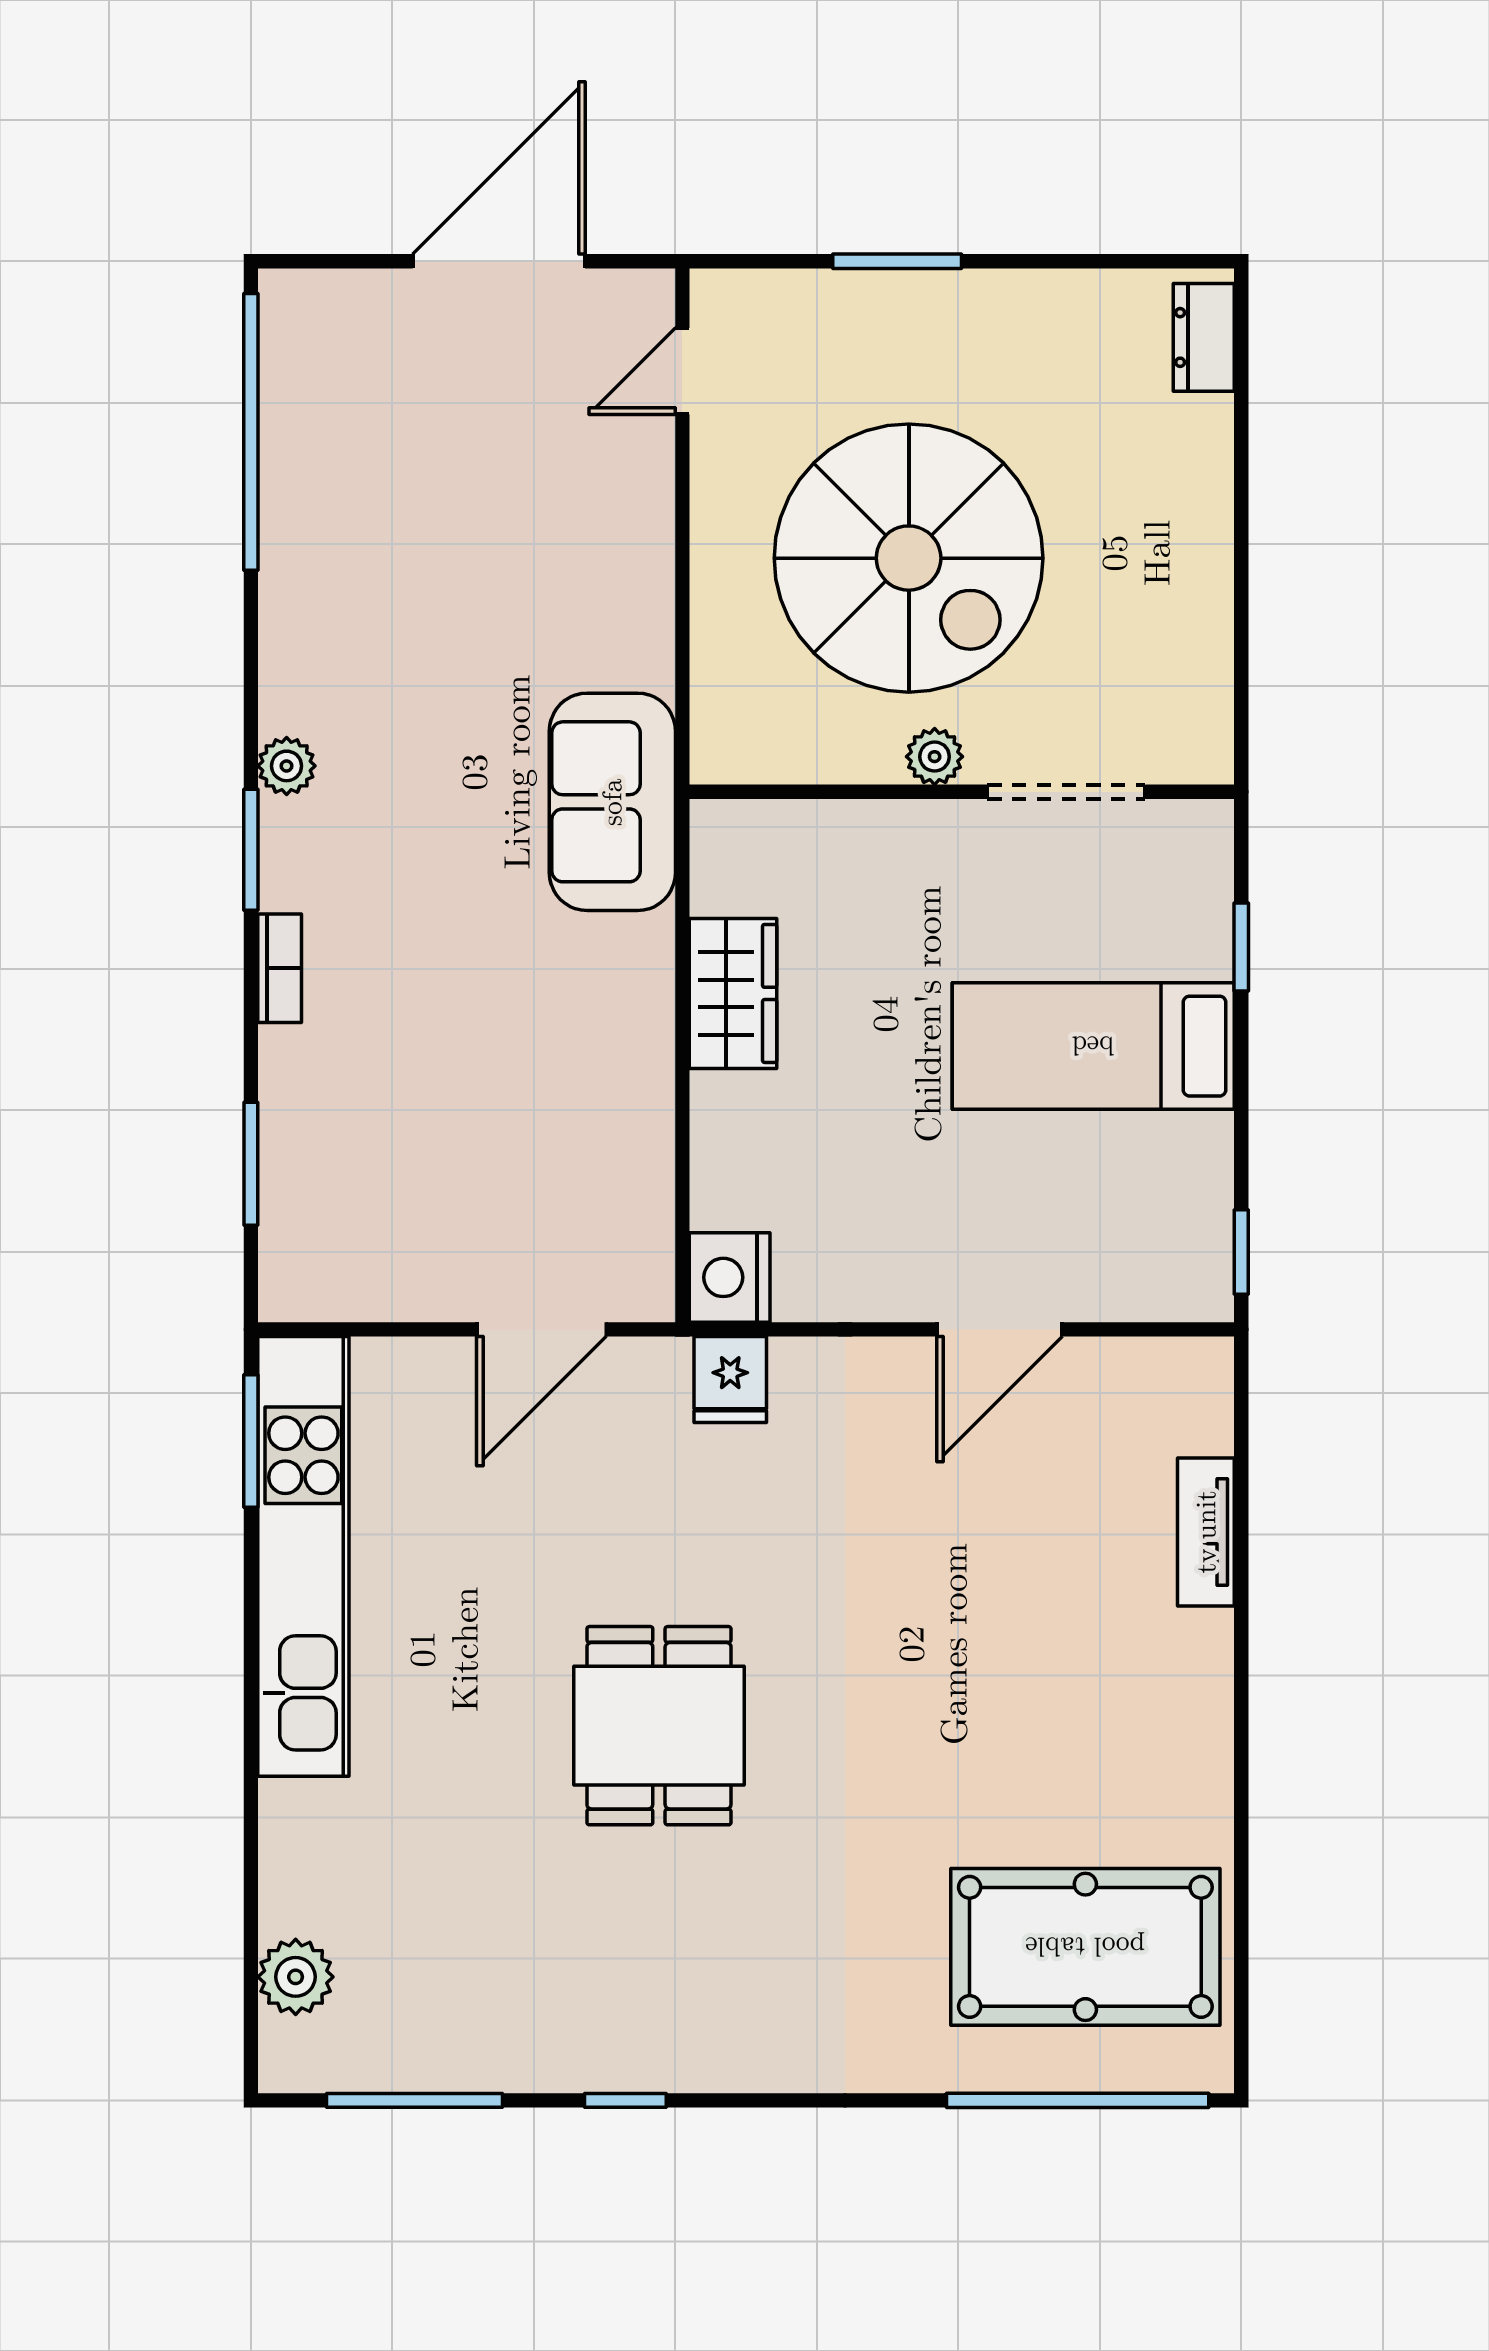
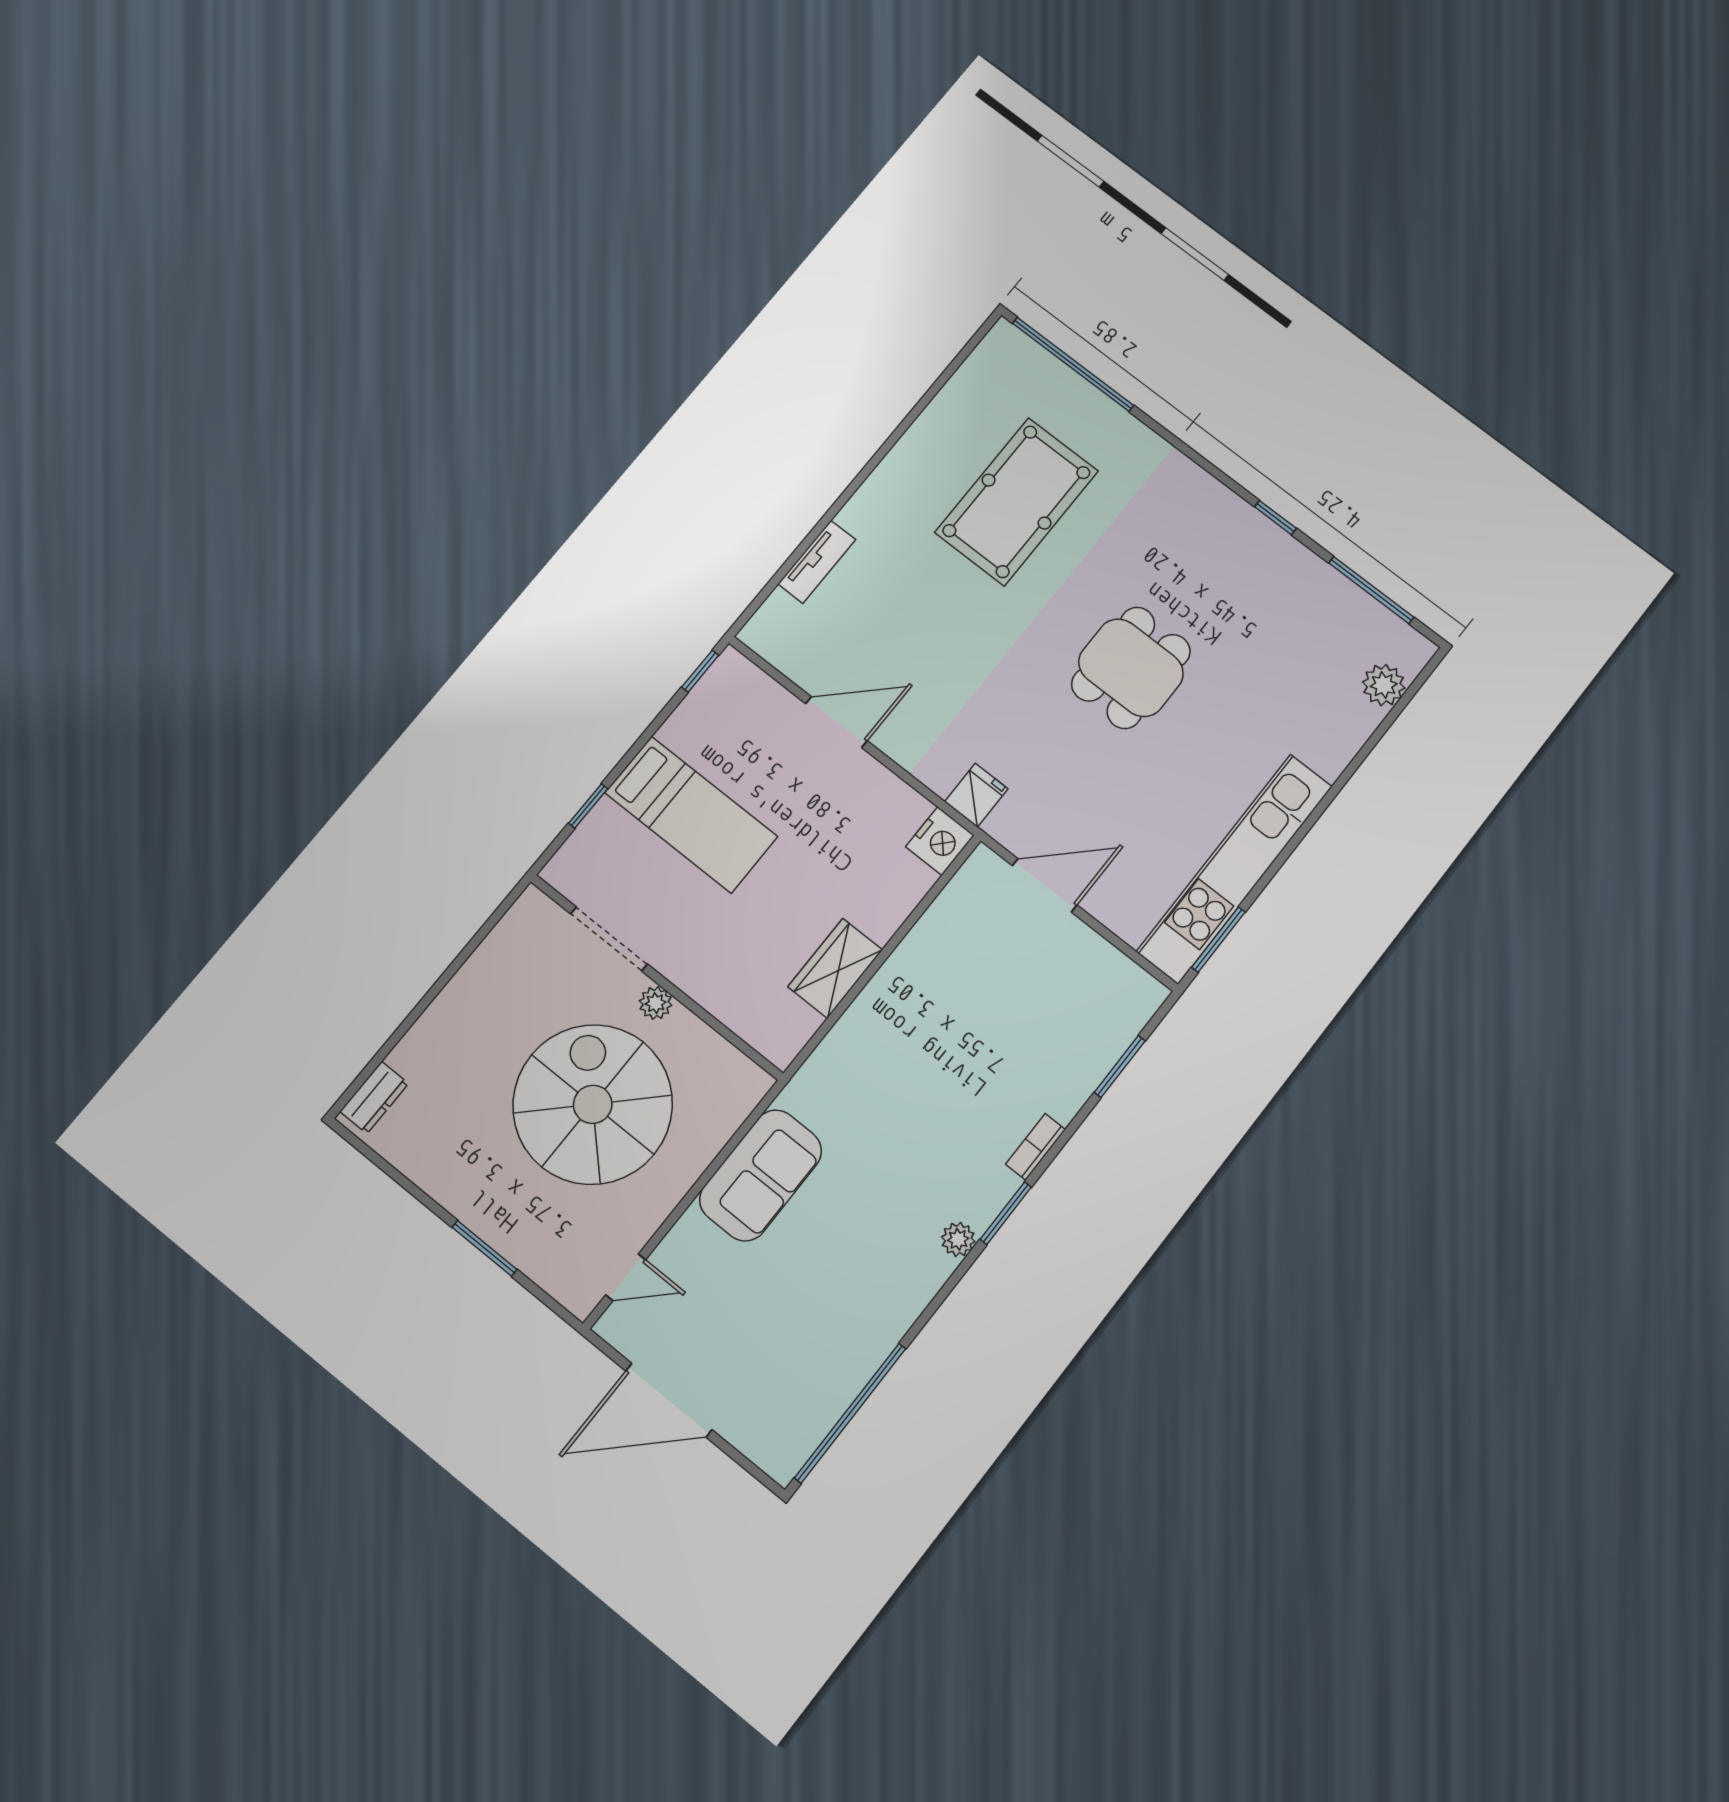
sofa: (612, 802) -> (761, 1175), moved
pool table: (1085, 1947) -> (1017, 502), moved, turned 90

